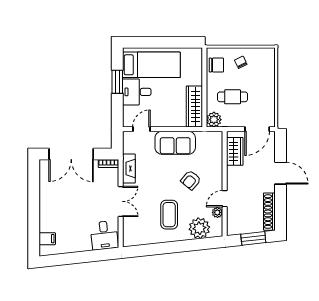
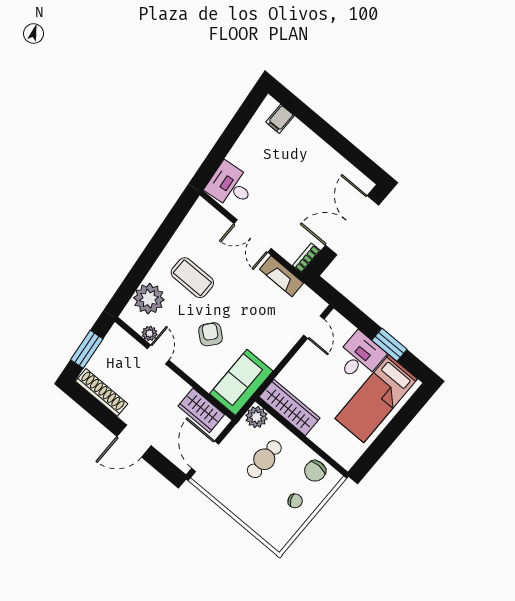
sofa: (175, 143) -> (241, 382), moved

